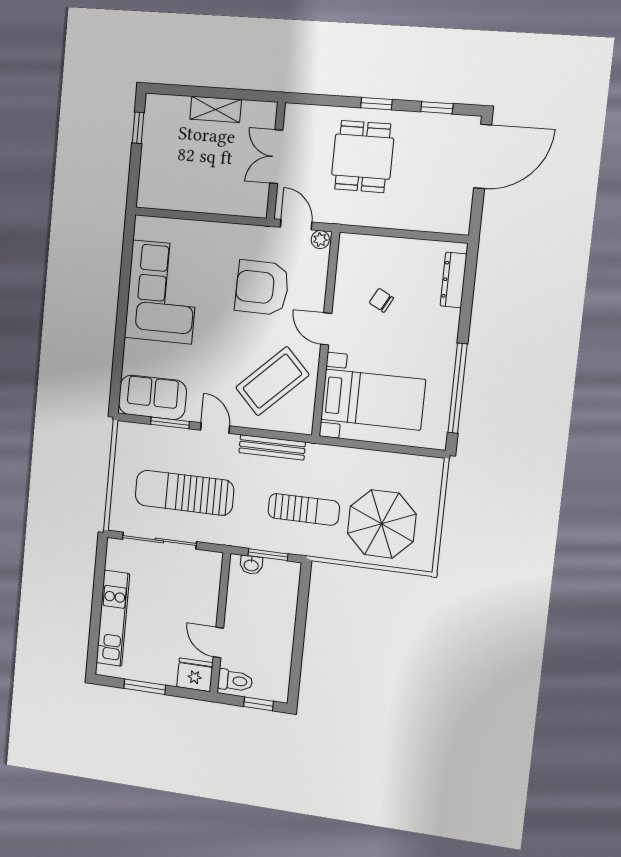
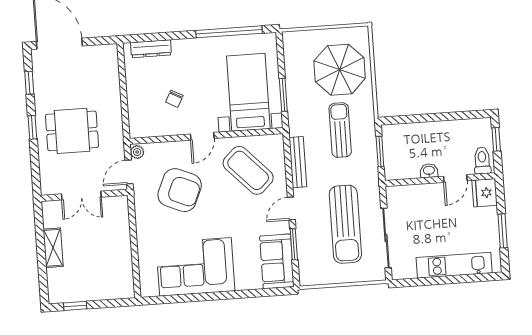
armchair: (262, 288) -> (180, 190), turned -68
window: (362, 445) -> (283, 95), added
washbasin: (251, 565) -> (429, 171), moved, turned -90

